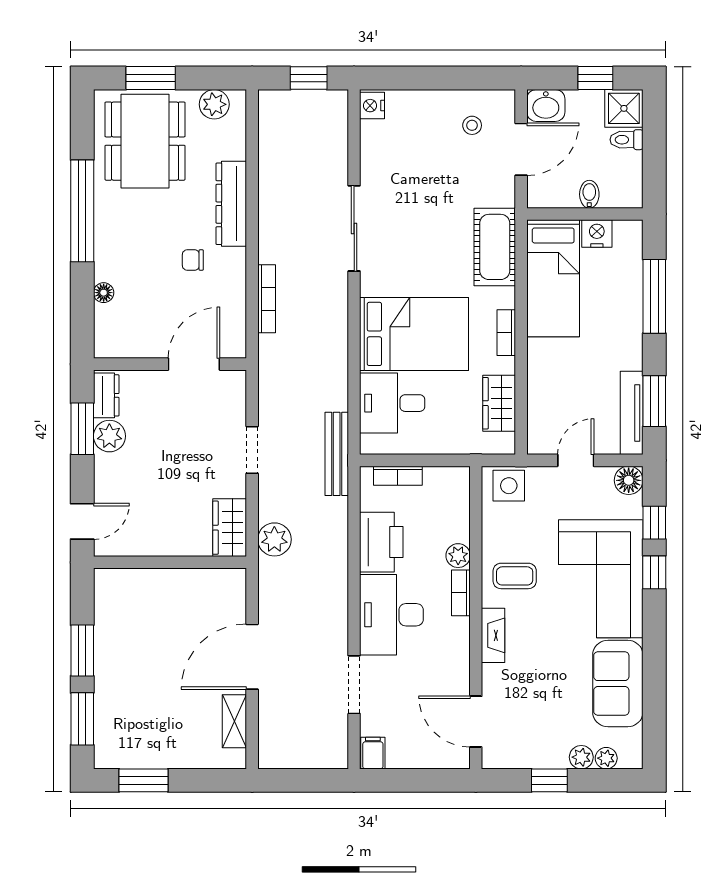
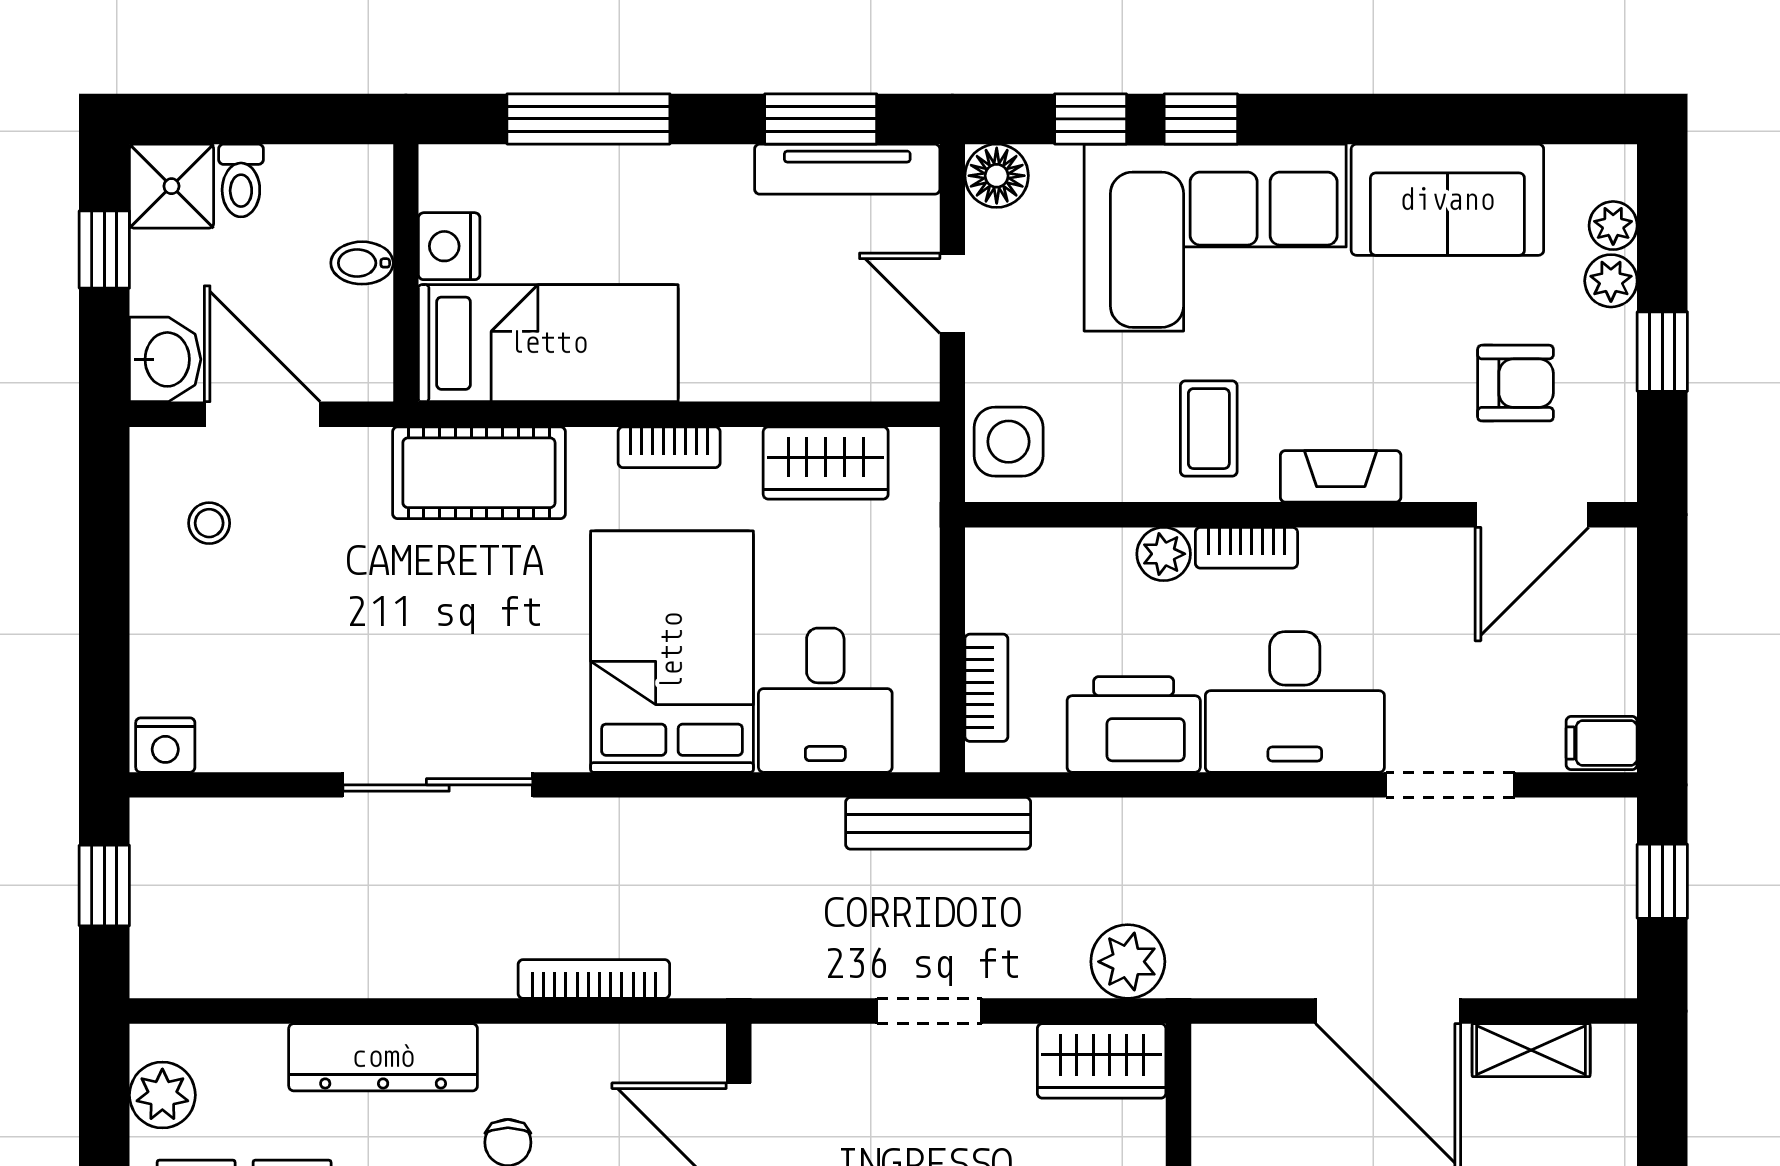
armchair: (535, 714) -> (1515, 383), added
window: (311, 780) -> (1662, 881), added

